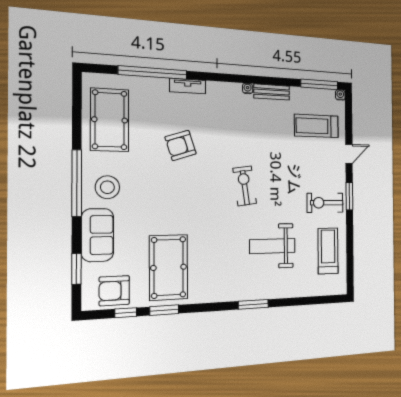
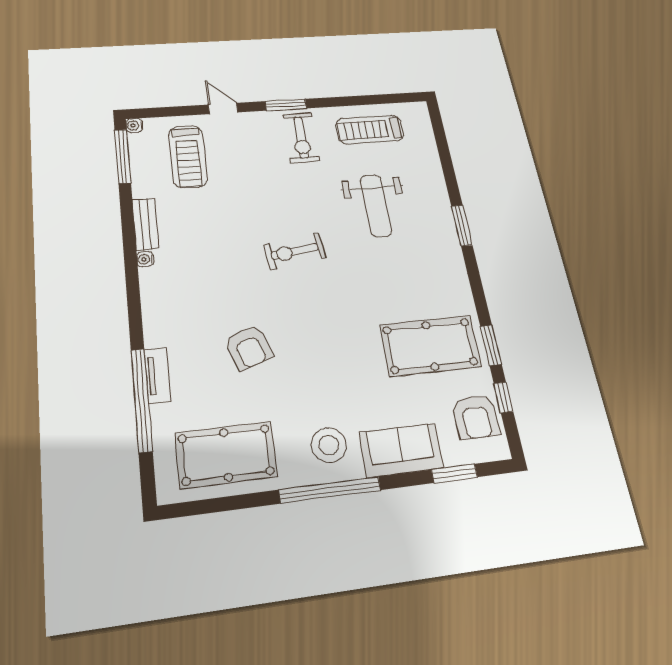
tv unit: (188, 86) -> (157, 376), moved

